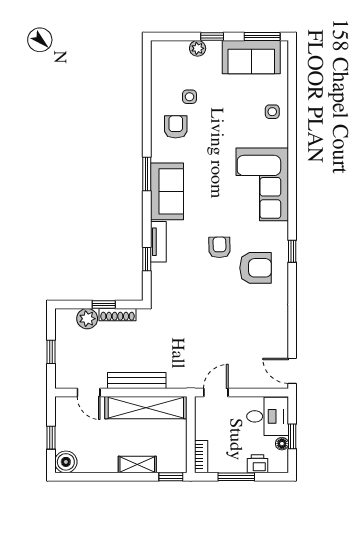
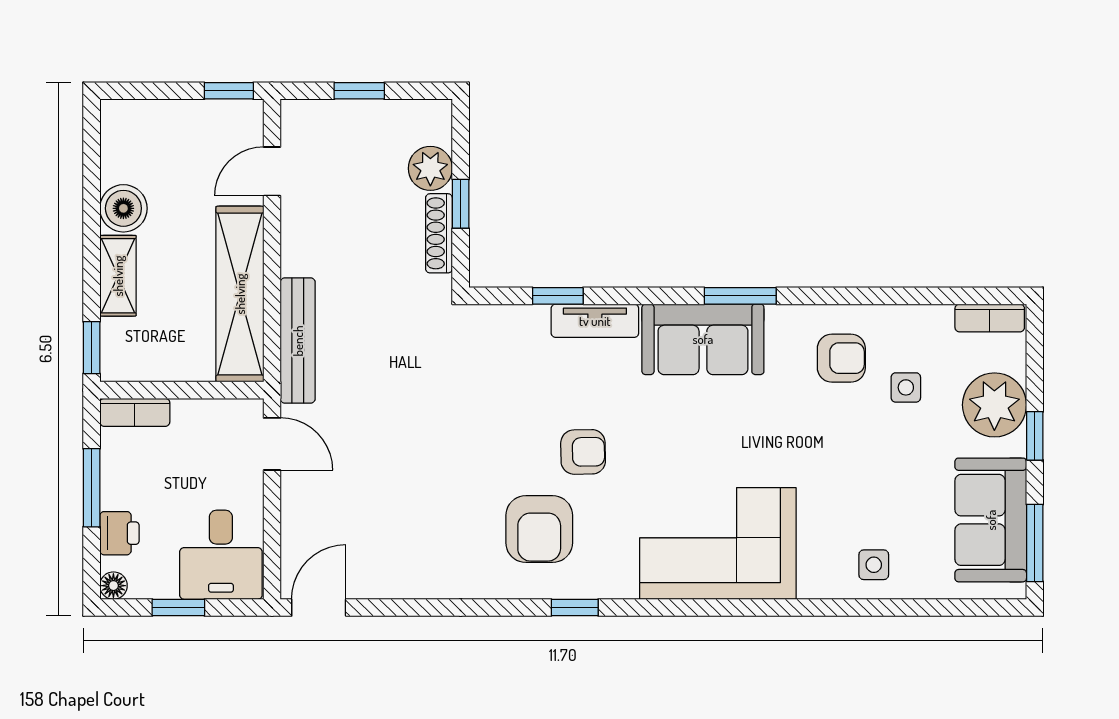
plant: (198, 48) -> (994, 405), width x1.88, depth x1.88
bookcase: (157, 58) -> (990, 318), added
bench: (137, 381) -> (298, 341), moved
window: (51, 438) -> (229, 91), moved
floor lamp: (282, 444) -> (113, 586), moved
boiler: (66, 462) -> (123, 208), moved

